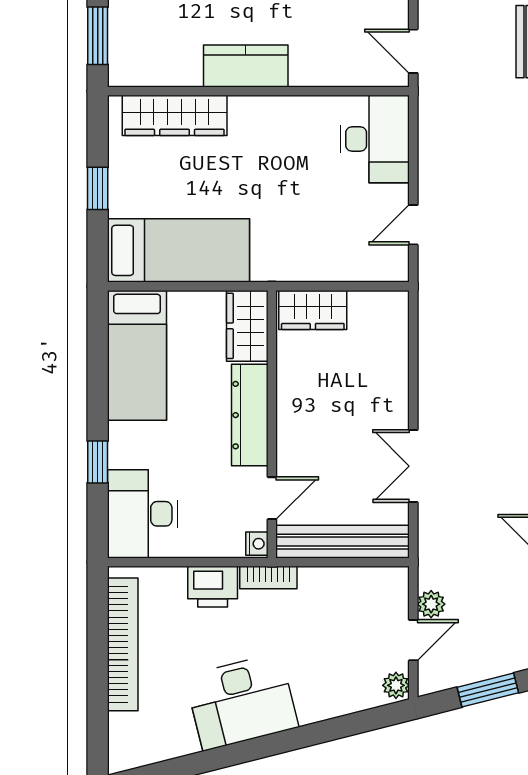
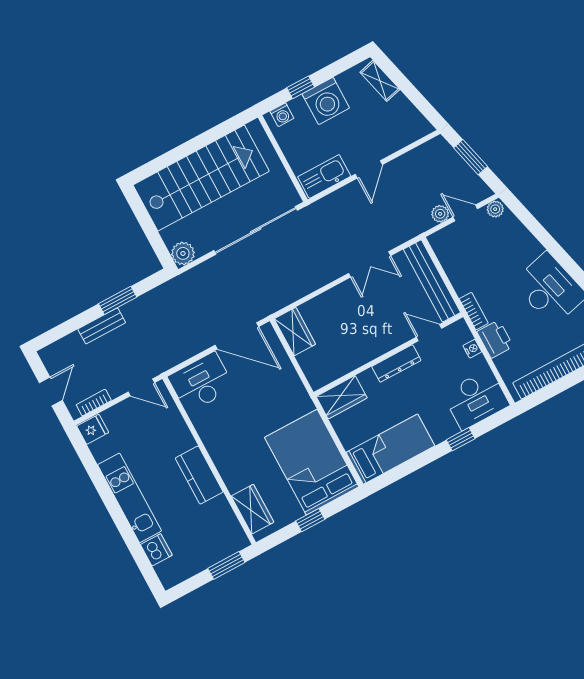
door: (413, 51) -> (141, 387), hinge flipped
wardrobe: (175, 115) -> (253, 509), width x0.67
door: (413, 225) -> (237, 336), width x1.88
bed: (178, 250) -> (312, 462), width x1.50
wardrobe: (313, 310) -> (295, 332), moved
dresser: (250, 415) -> (396, 363), width x0.73, depth x0.80
nightstand: (257, 544) -> (472, 349), moved, turned 90

